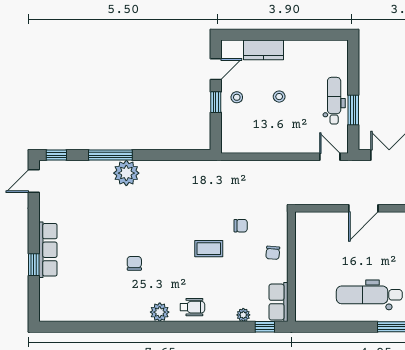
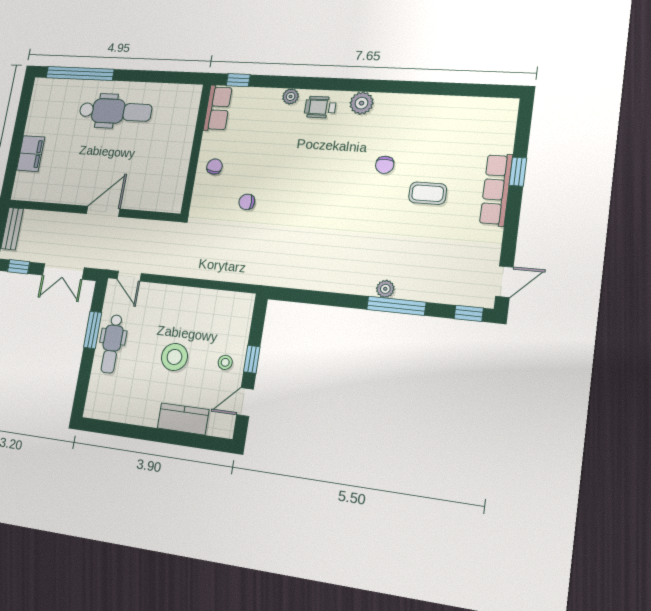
stool: (279, 97) -> (174, 357), width x1.89, depth x1.89
plant: (126, 173) -> (385, 289), width x0.53, depth x0.53
coffee table: (209, 249) -> (428, 193), moved
plant: (243, 315) -> (291, 96), moved

